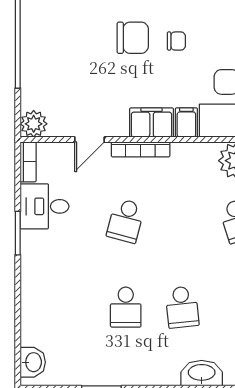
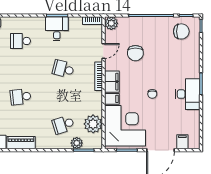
chair: (133, 38) -> (135, 53), moved
door: (90, 140) -> (103, 51), swing flipped
desk: (45, 206) -> (57, 29), moved
school desk: (126, 307) -> (21, 41), moved

